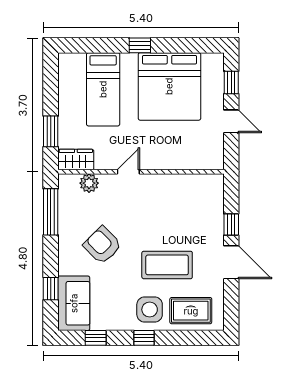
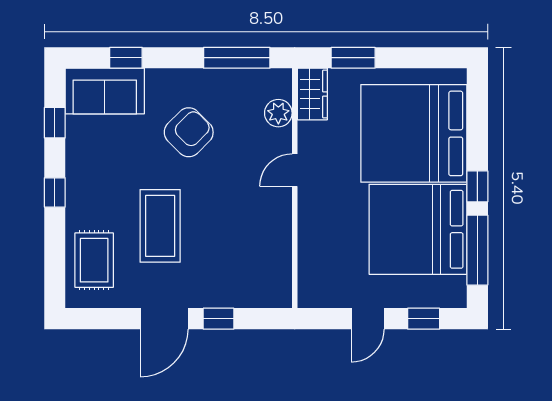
window: (184, 45) -> (477, 250), added
bed: (103, 89) -> (414, 133), width x2.04
door: (128, 172) -> (295, 170), swing flipped
side table: (150, 310) -> (96, 201), removed

